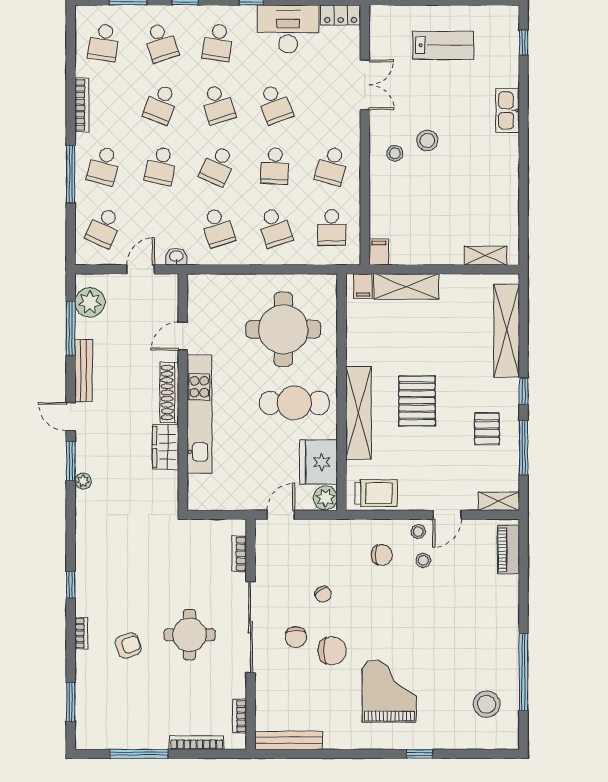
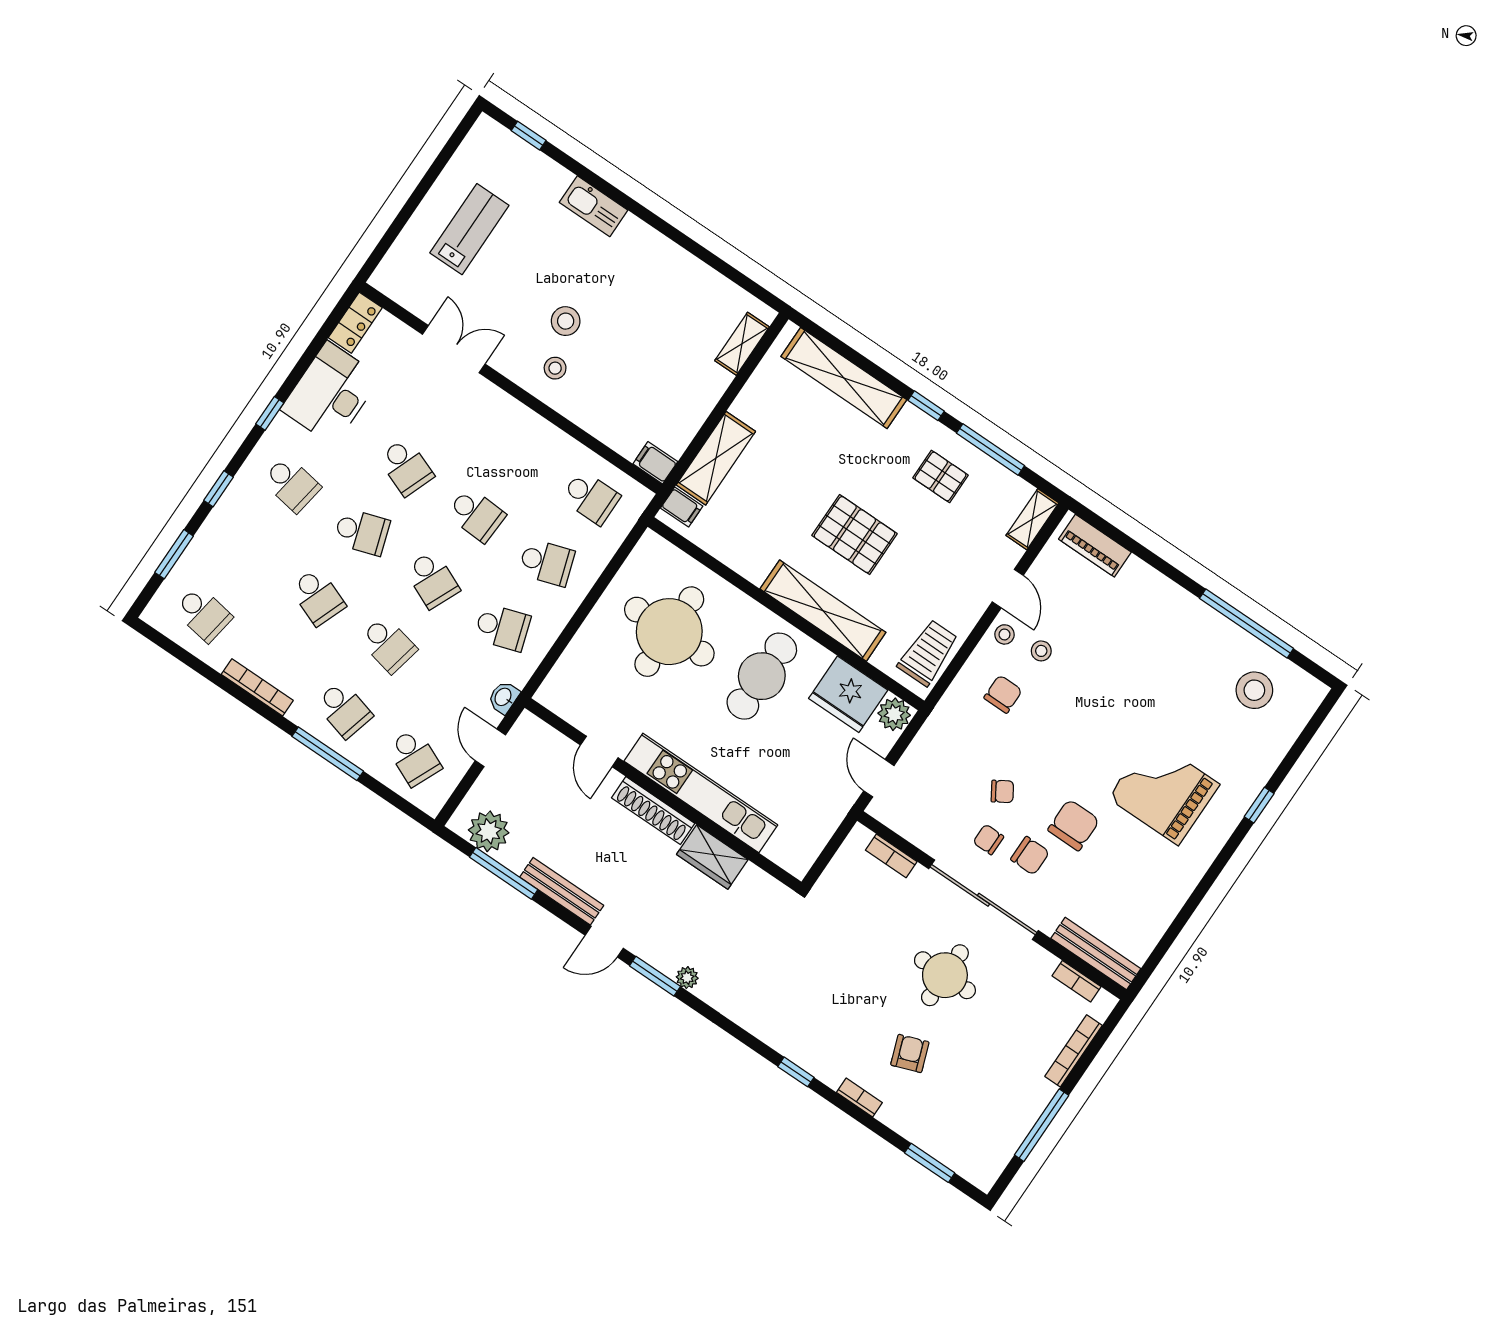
school desk: (161, 42) -> (247, 549), removed
school desk: (275, 104) -> (406, 467), turned 42
school desk: (332, 166) -> (520, 450), removed
chair: (289, 605) -> (988, 839), added
bench: (289, 740) -> (1096, 953), moved, turned 90

